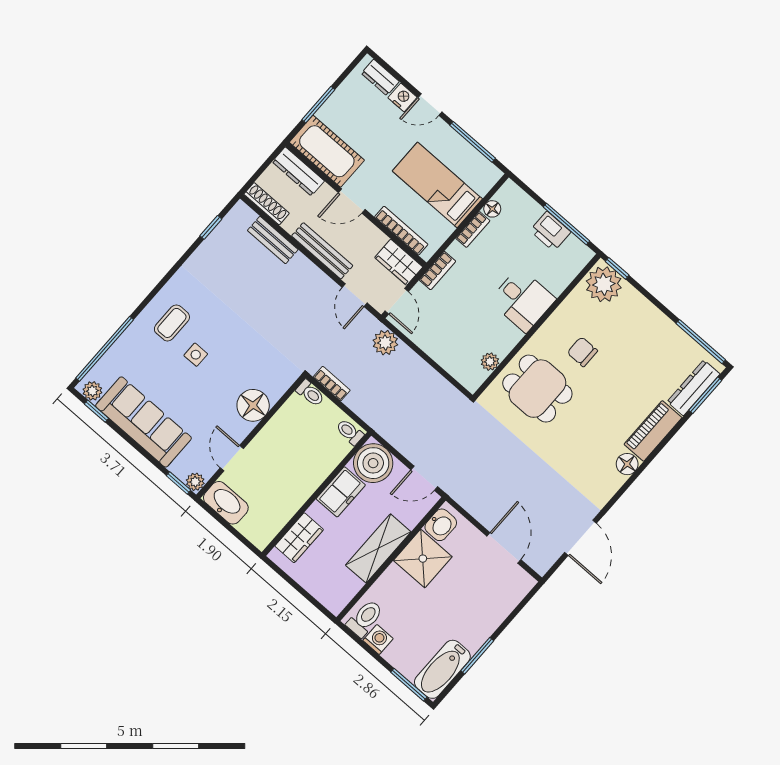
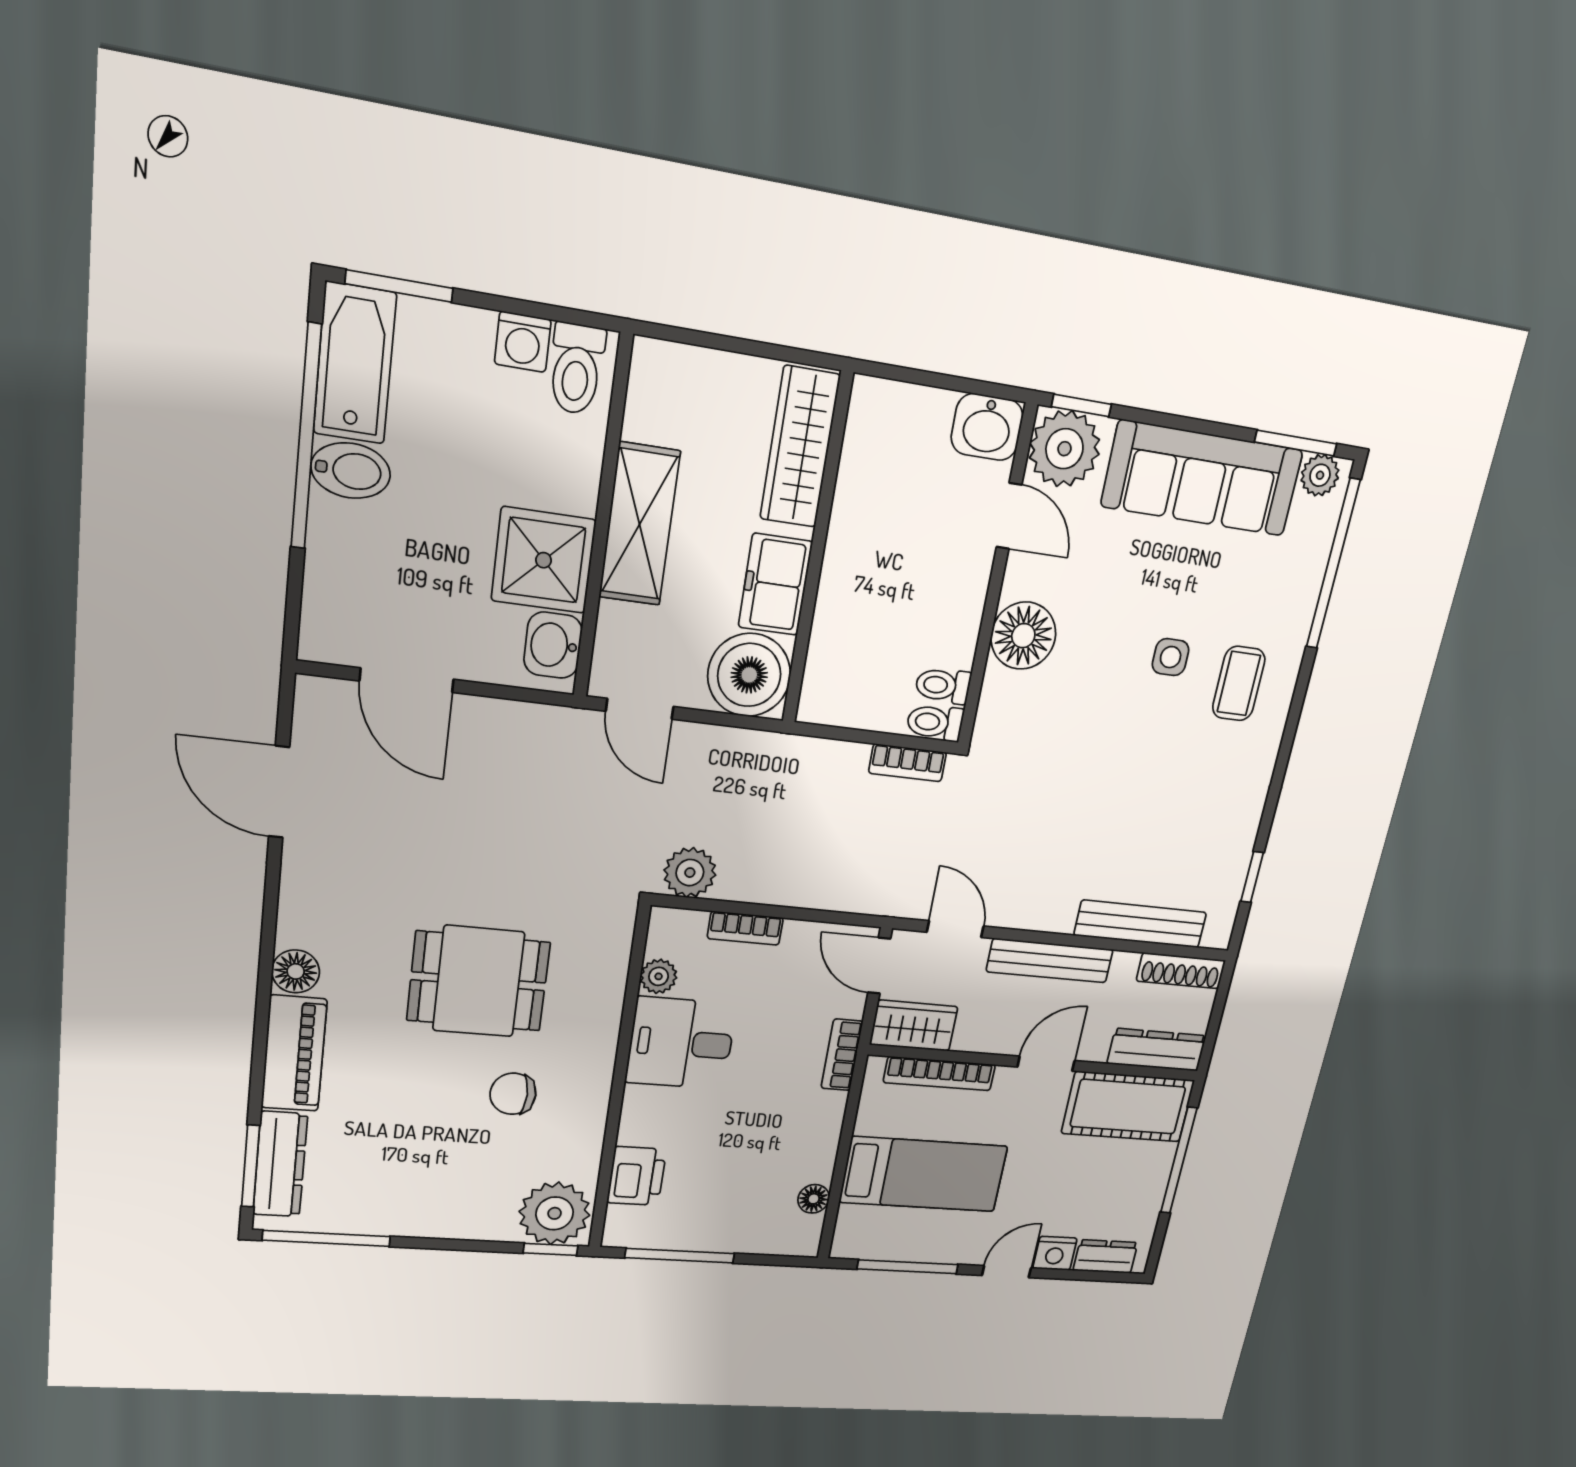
window: (318, 105) -> (1179, 1160), width x1.44
bookcase: (473, 229) -> (745, 928), moved, turned -90
printer: (550, 231) -> (637, 1176), moved, turned 90
bench: (273, 240) -> (1140, 924), width x1.36
desk: (523, 300) -> (681, 1043), moved
plant: (385, 343) -> (690, 873), moved
chair: (582, 352) -> (513, 1094), turned 180
dining table: (537, 389) -> (479, 981), moved
window: (96, 411) -> (1296, 443), width x1.50
toilet: (350, 432) -> (943, 686), moved, turned 180
door: (424, 478) -> (640, 709), swing flipped
plant: (195, 482) -> (1065, 449), width x1.88, depth x1.88
washbasin: (226, 503) -> (987, 427), width x0.72
wardrobe: (299, 538) -> (800, 447), width x1.50
bidet: (470, 635) -> (351, 471), added
window: (477, 656) -> (306, 437), width x2.11

